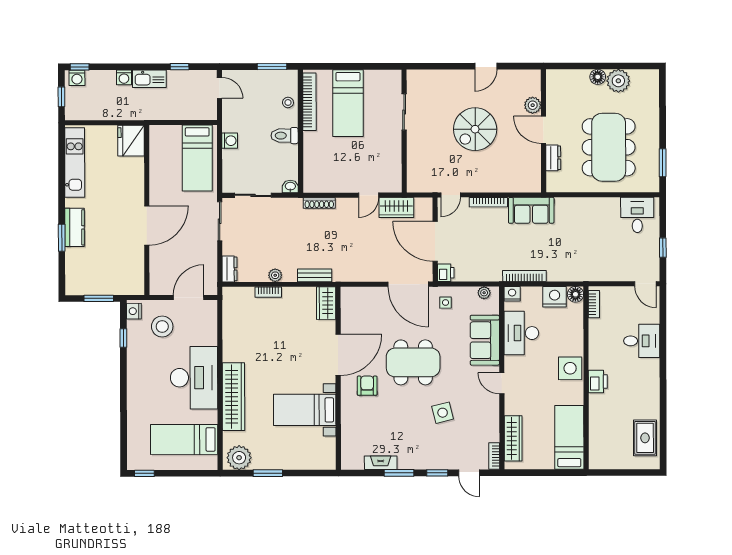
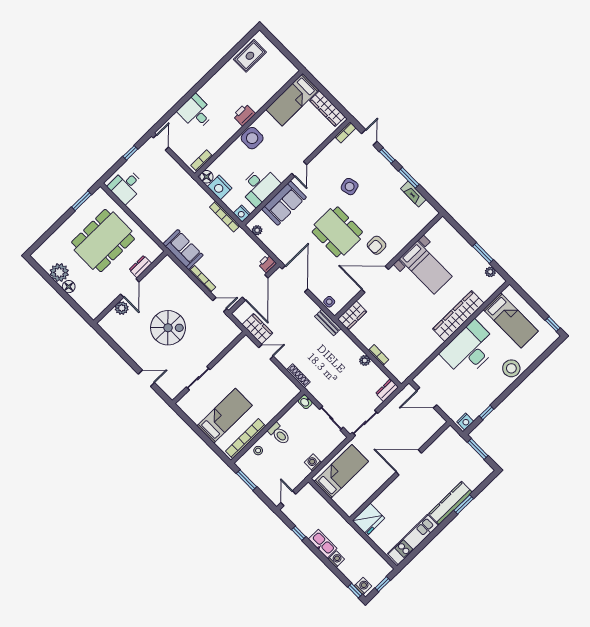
door: (486, 66) -> (146, 378), moved
kitchen counter: (75, 227) -> (450, 503), width x1.50
bench: (315, 275) -> (328, 323), moved
side table: (446, 303) -> (329, 302), moved
stool: (162, 326) -> (511, 368), moved
wardrobe: (513, 438) -> (327, 109), moved, turned -90
plant: (239, 458) -> (490, 272), width x0.53, depth x0.53

